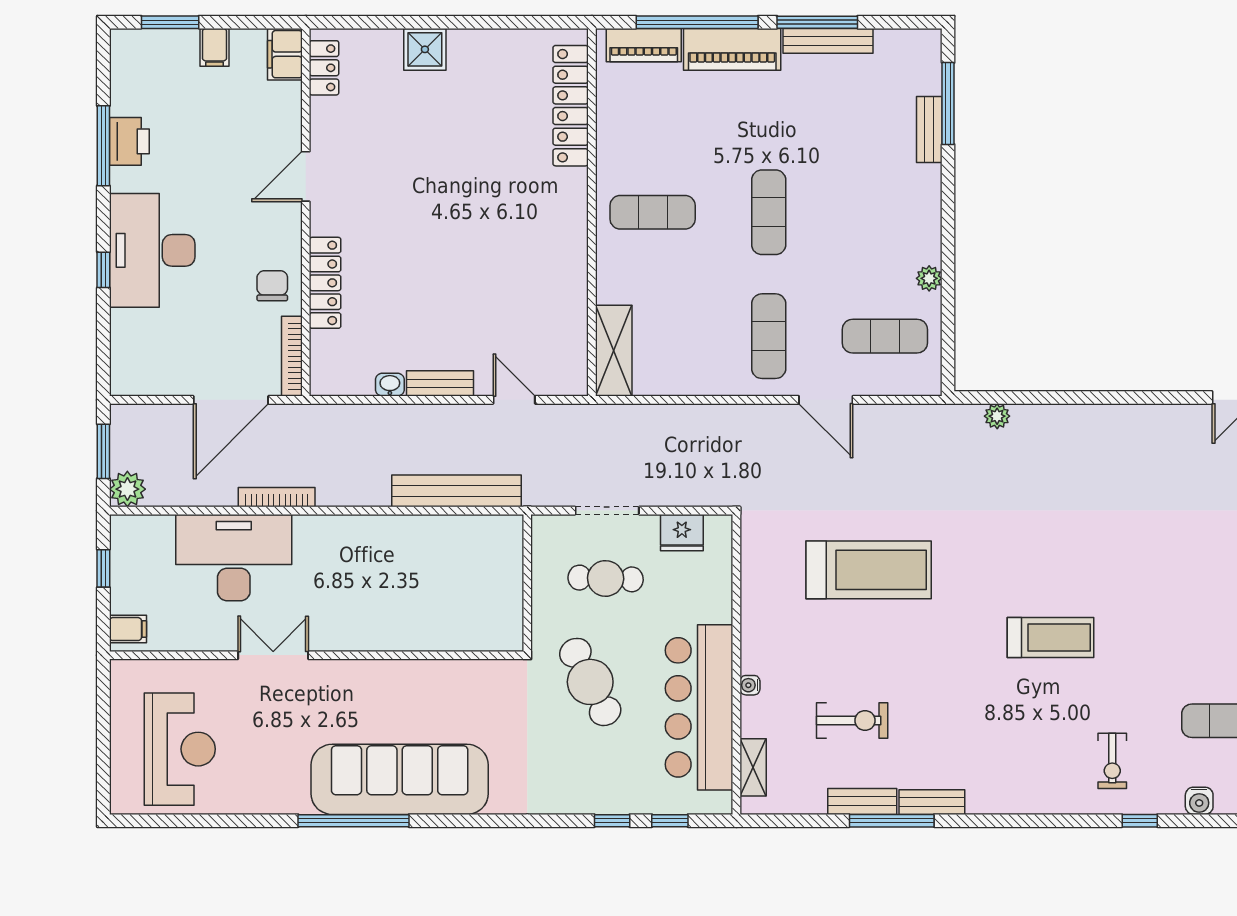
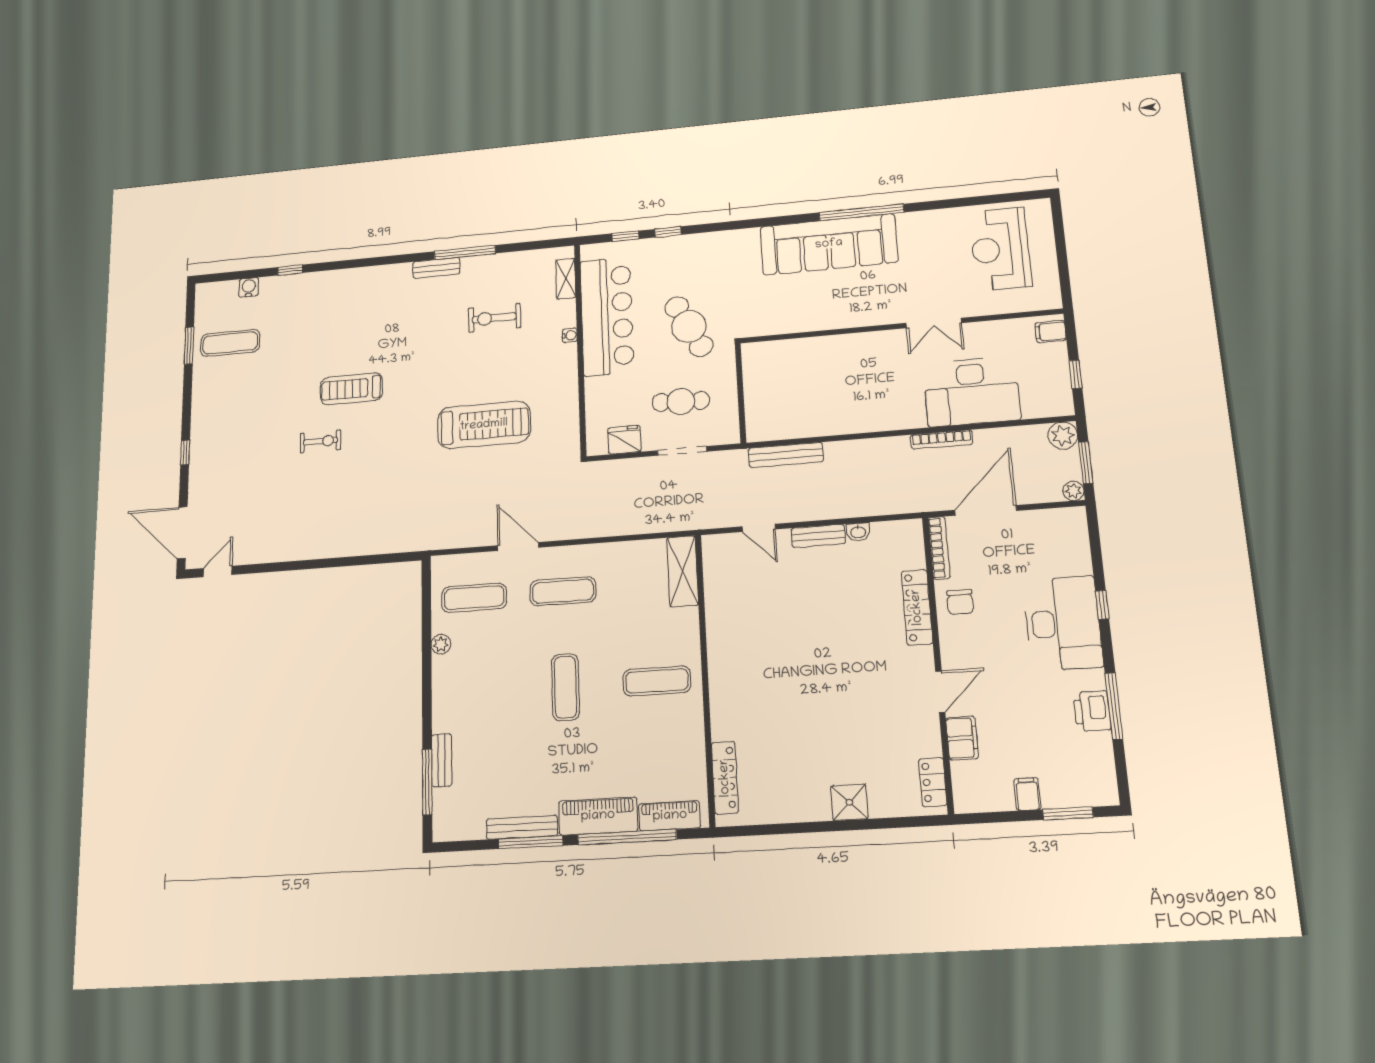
filing cabinet: (285, 54) -> (962, 738), moved
locker: (571, 106) -> (725, 778), width x0.71, depth x0.83
exercise mat: (769, 336) -> (563, 591), turned 90
plant: (997, 416) -> (1073, 491), moved
bench: (457, 491) -> (786, 455), width x0.73, depth x0.82
treadmill: (869, 570) -> (484, 425), turned 180
exercise bike: (1112, 761) -> (320, 441), moved, turned 90
bench: (862, 801) -> (486, 263), removed

